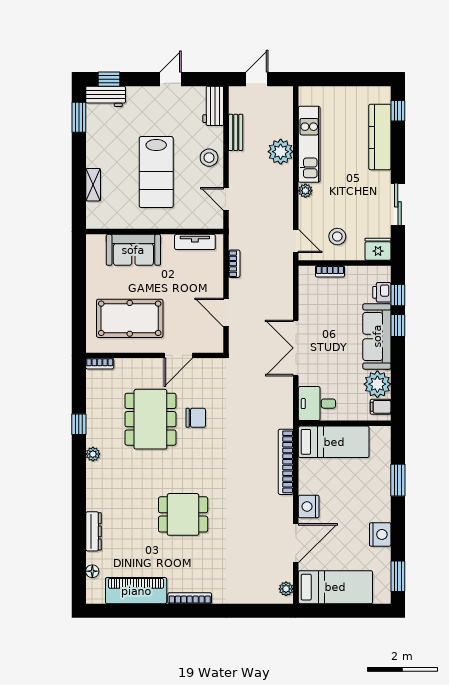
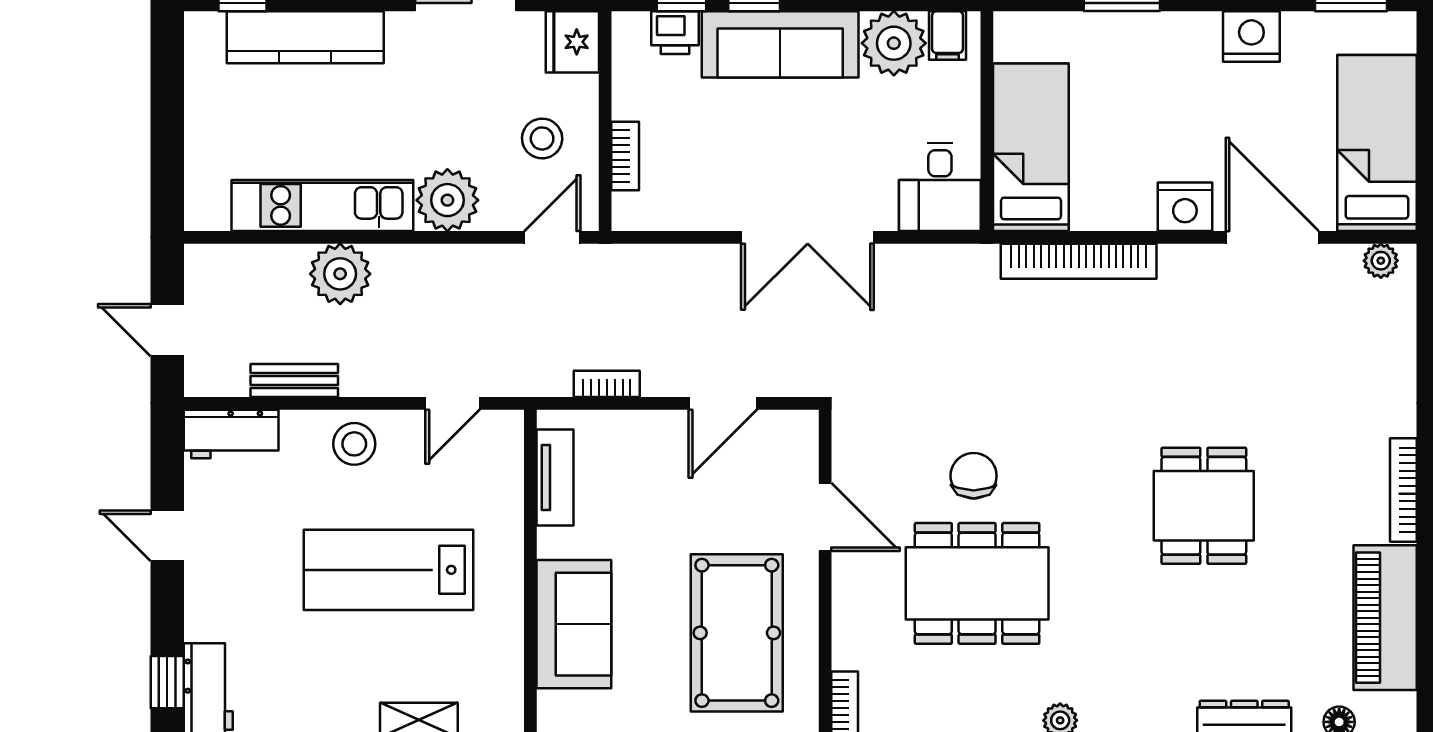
lab bench: (156, 172) -> (389, 570), turned 180
plant: (305, 191) -> (447, 200), width x1.87, depth x1.87

